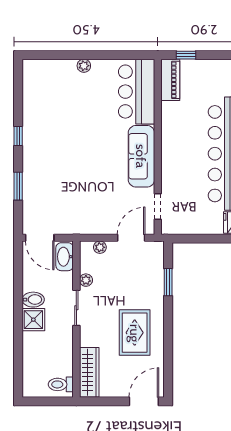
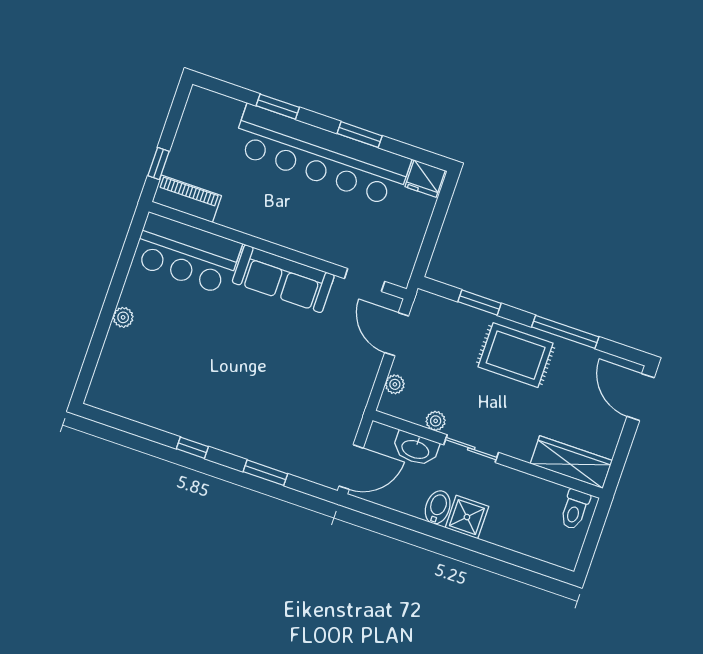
washbasin: (65, 257) -> (416, 449), moved
rug: (135, 333) -> (516, 355), moved
window: (168, 341) -> (565, 332), added

